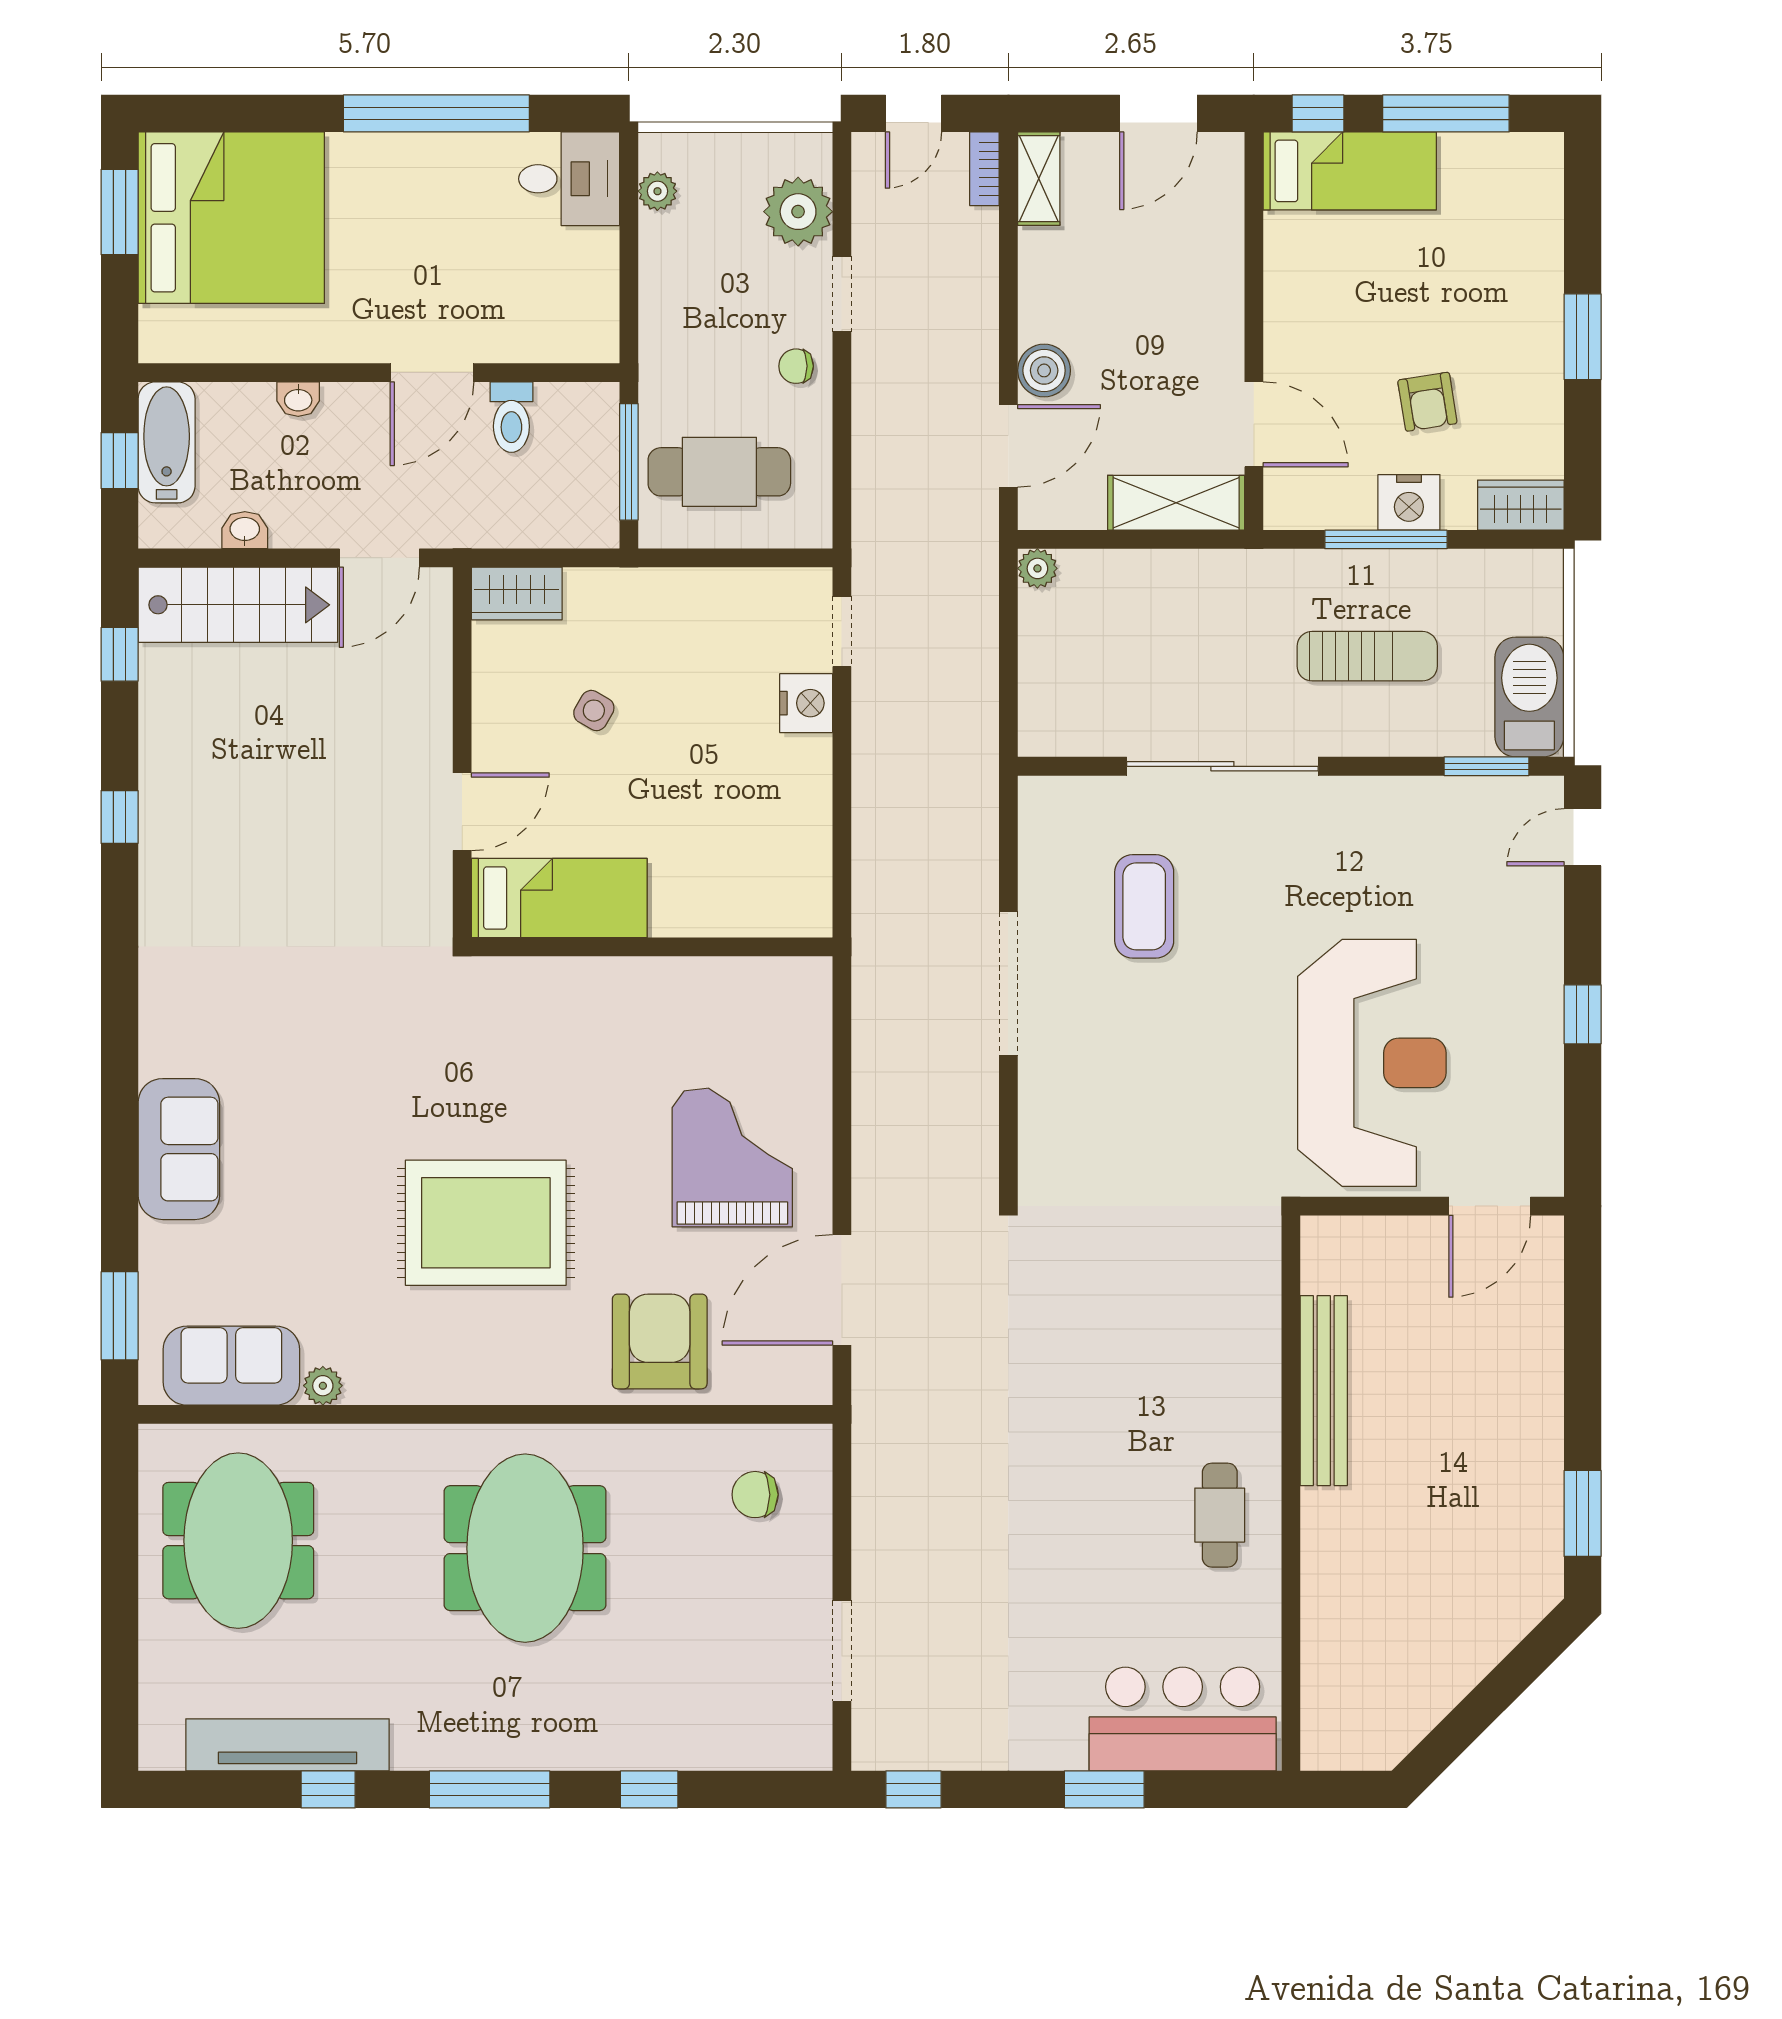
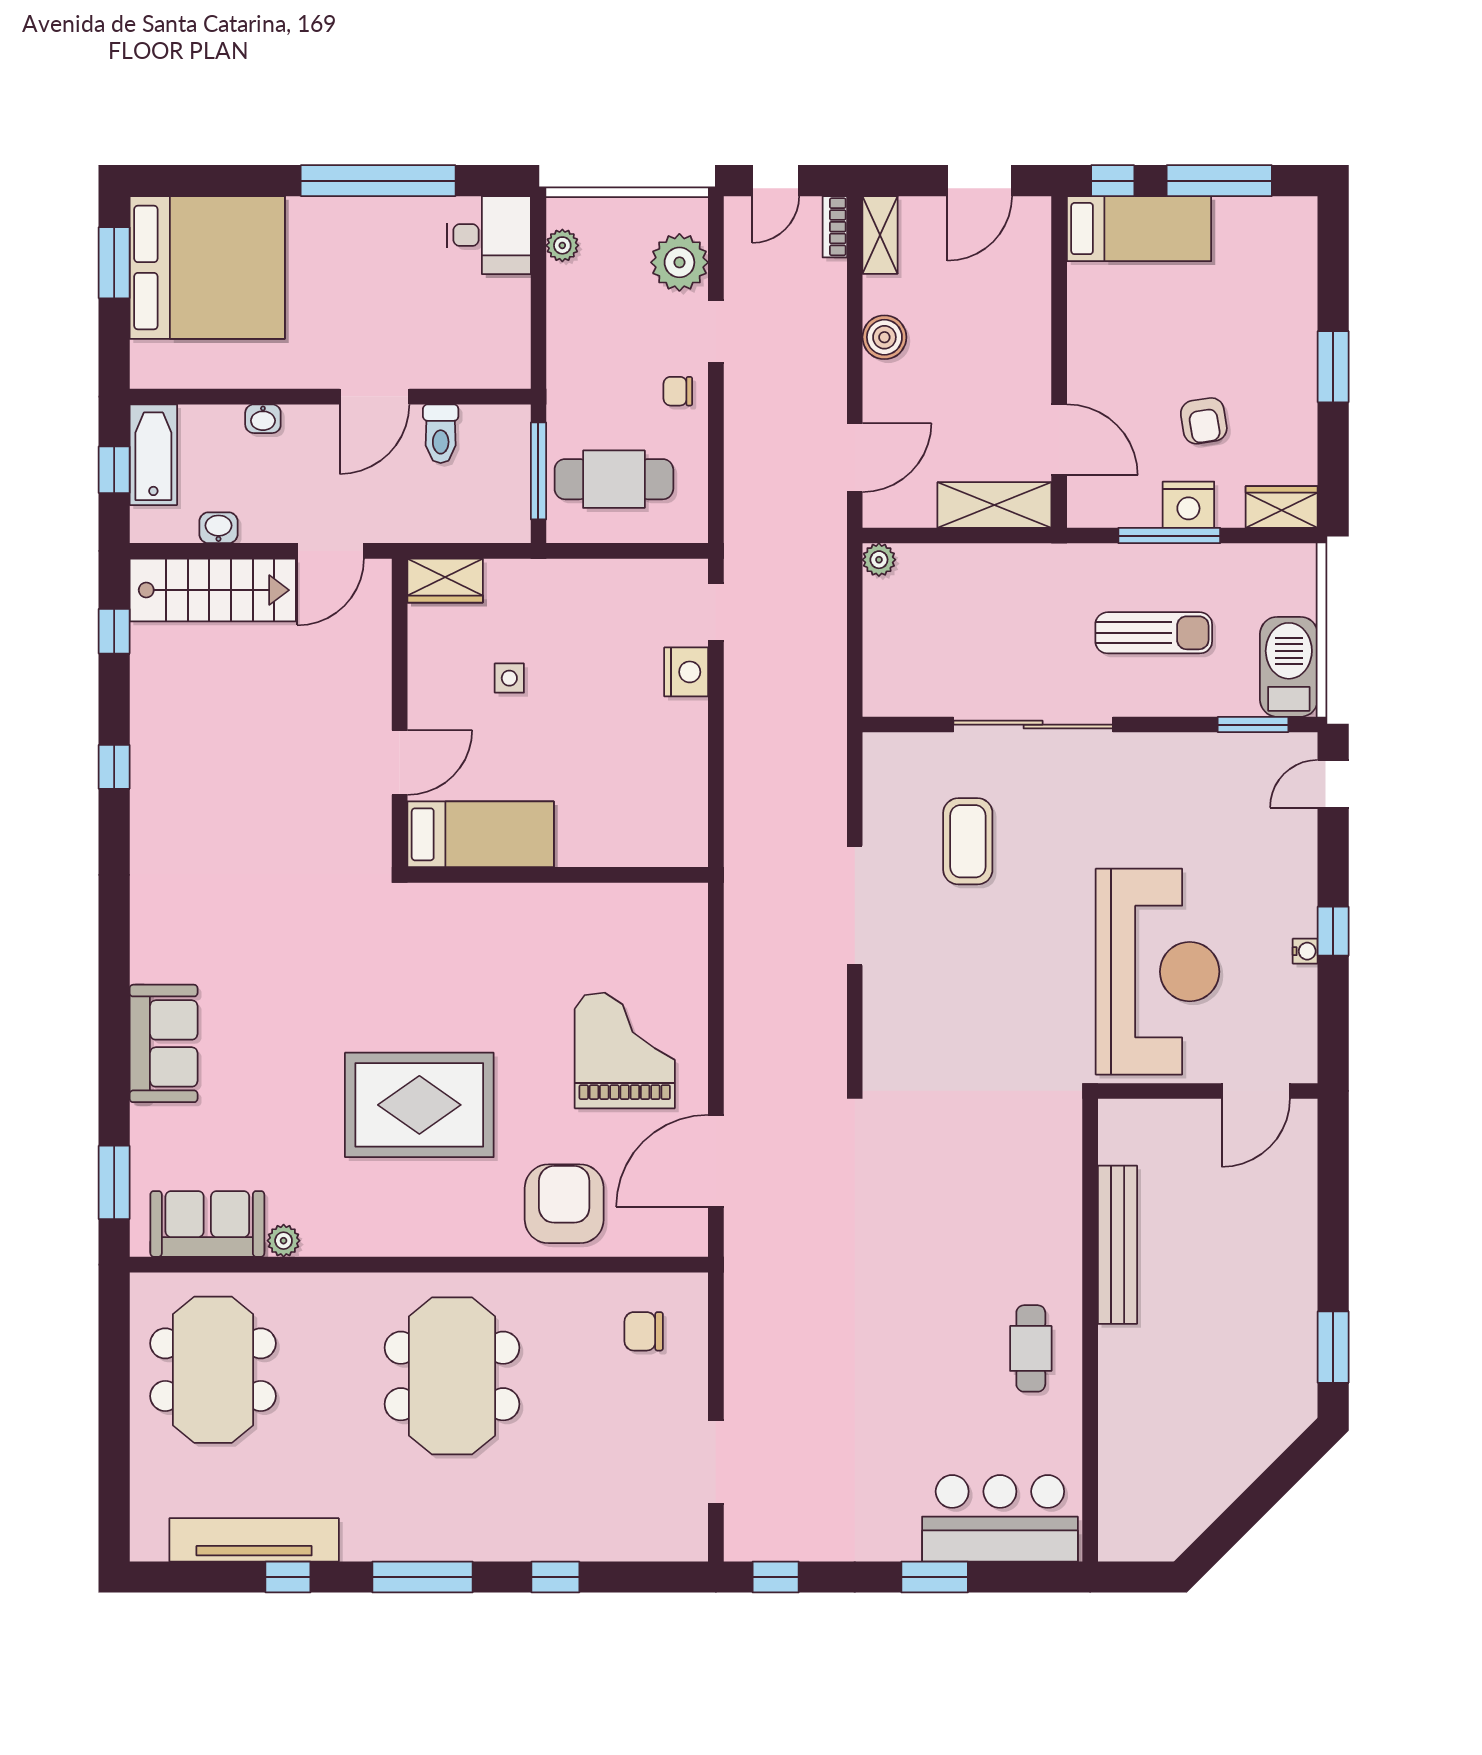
boiler: (1044, 370) -> (884, 337), moved
side table: (594, 711) -> (509, 678), turned -30
water cooler: (1549, 1038) -> (1305, 951), added

